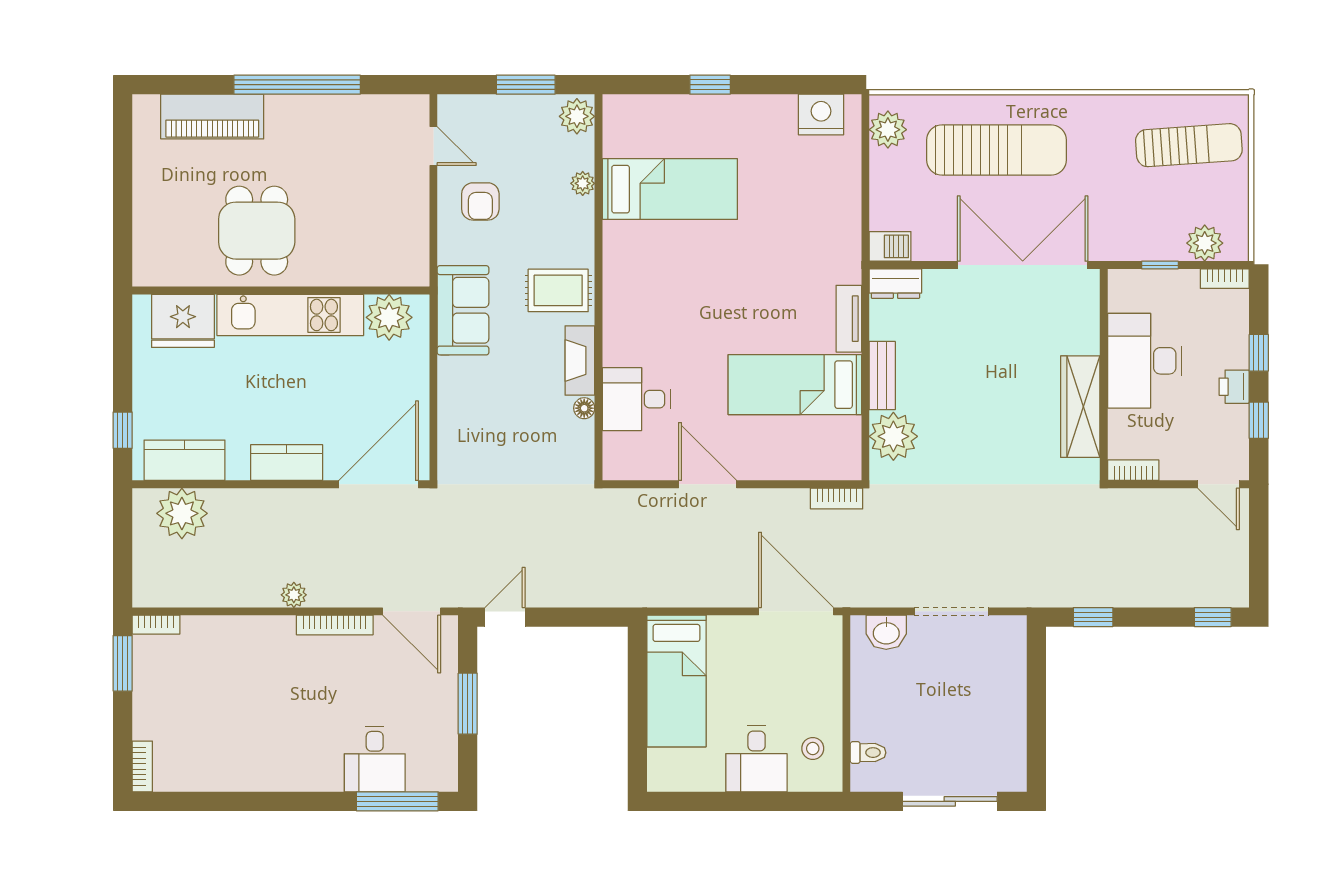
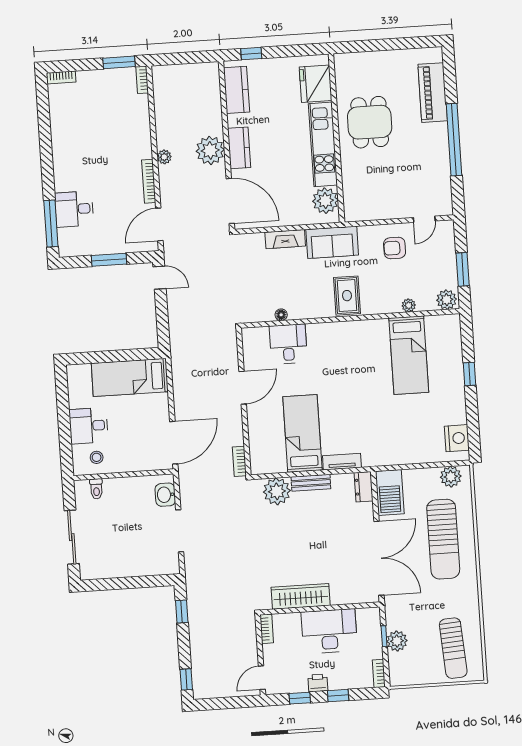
dining table: (257, 231) -> (370, 122), turned 90
plant: (1205, 243) -> (397, 641), moved
barbecue: (890, 246) -> (390, 492), width x1.88, depth x1.53
fireplace: (580, 360) -> (285, 239), moved, turned 180
plant: (182, 513) -> (210, 150), moved

